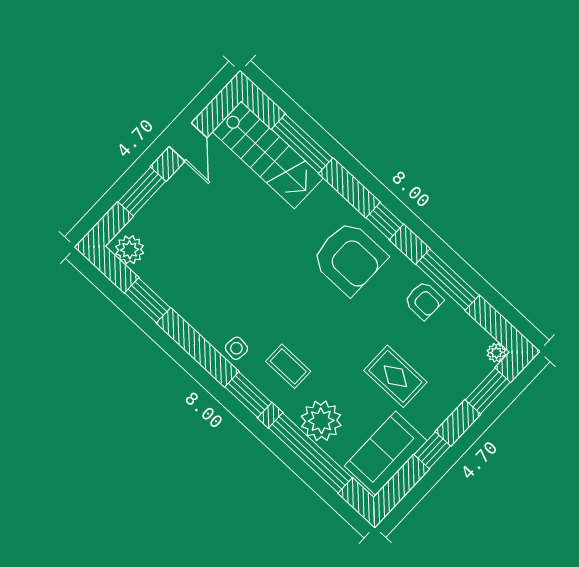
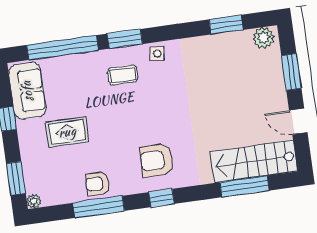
armchair: (349, 258) -> (157, 160), width x0.73, depth x0.73
plant: (321, 421) -> (76, 69), removed

